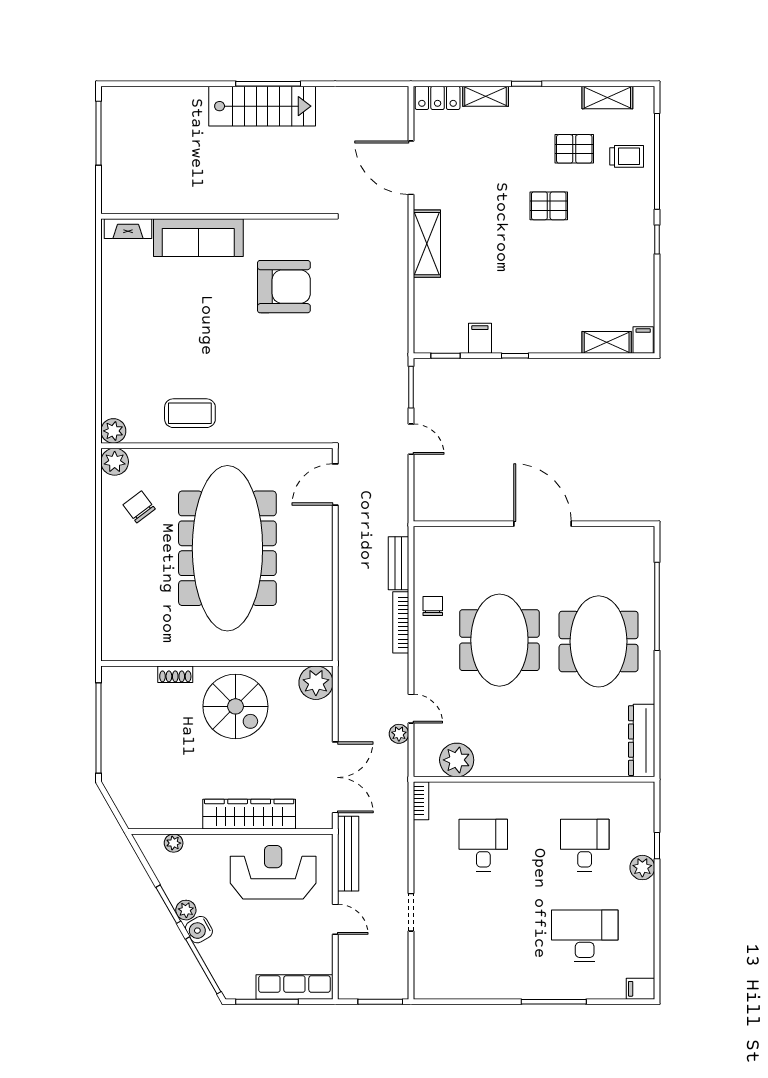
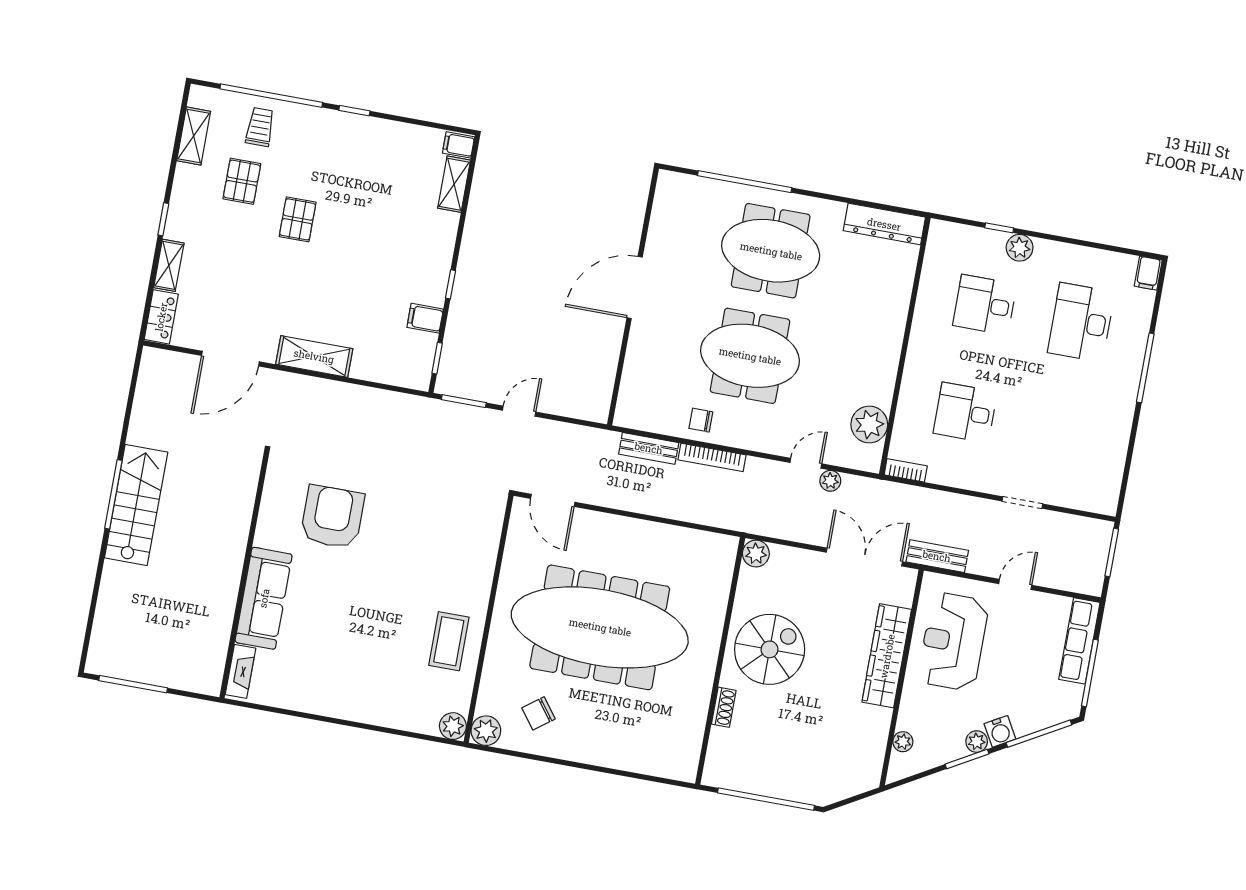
plant: (316, 683) -> (756, 554), width x0.73, depth x0.73
bench: (348, 854) -> (937, 556), width x0.73

